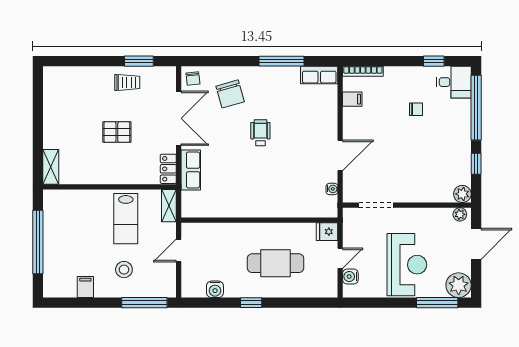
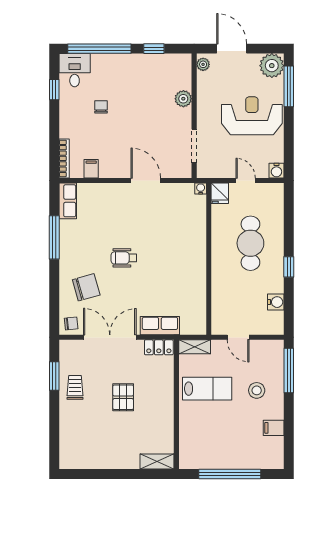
water cooler: (332, 189) -> (201, 189), moved
plant: (462, 194) -> (183, 99), moved
water cooler: (350, 277) -> (276, 171), moved

